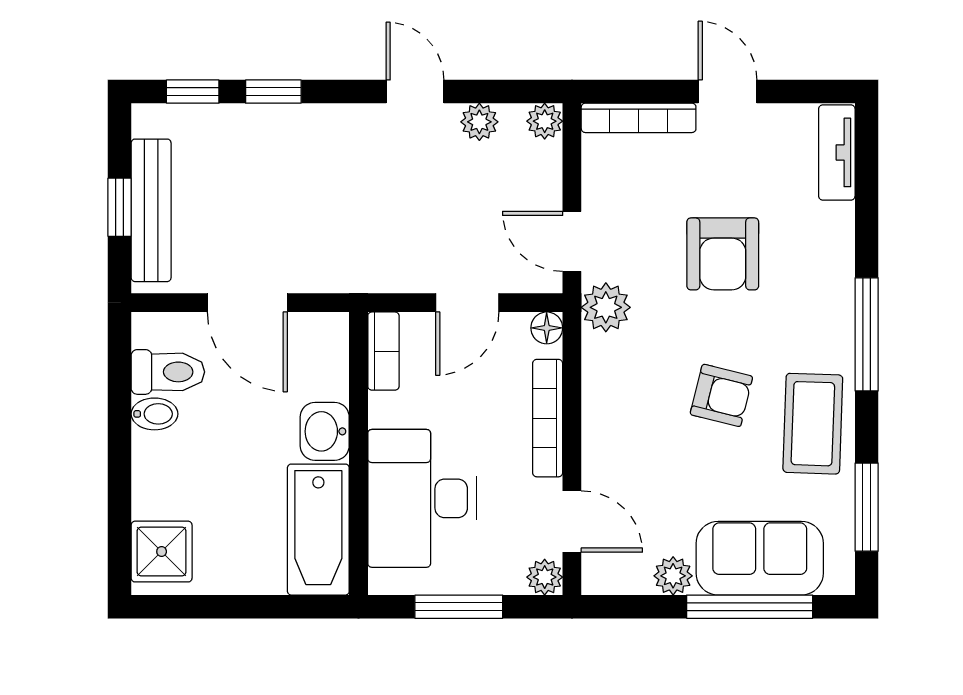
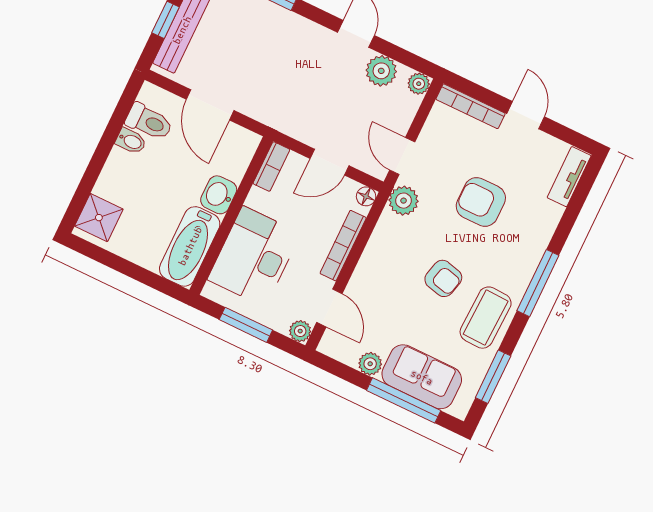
plant: (479, 122) -> (381, 71), width x1.38, depth x1.38
armchair: (723, 254) -> (481, 202), turned 90

